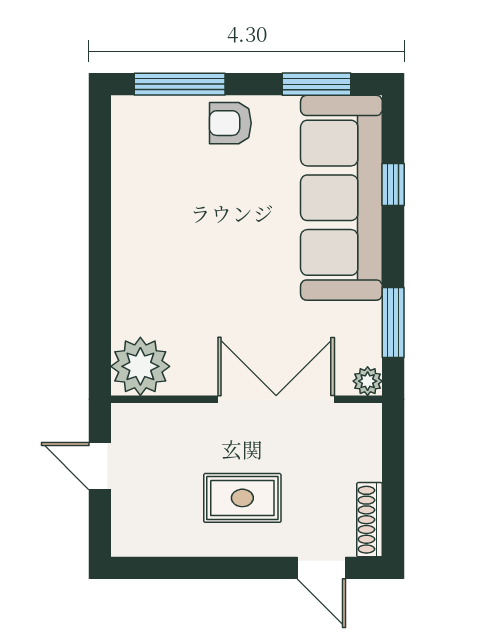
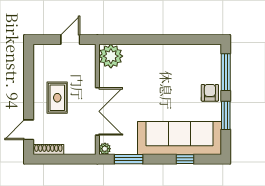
window: (317, 84) -> (226, 115), moved

